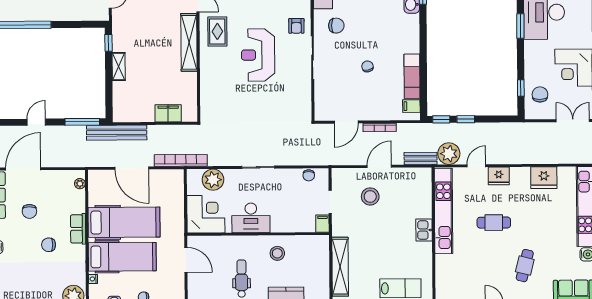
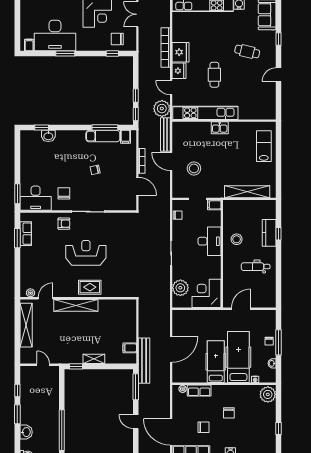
rug: (217, 31) -> (90, 287), moved
reception desk: (258, 55) -> (86, 253), turned 180
window: (423, 79) -> (105, 128), added
filing cabinet: (168, 113) -> (130, 348), moved, width x0.50
bench: (421, 159) -> (165, 135), width x1.36
bookcase: (181, 160) -> (166, 48), moved
fridge: (544, 178) -> (181, 52), moved
desk: (251, 218) -> (210, 241), moved
hospital bed: (124, 222) -> (216, 362), width x0.73, depth x0.78
row of seats: (78, 229) -> (199, 390), moved

